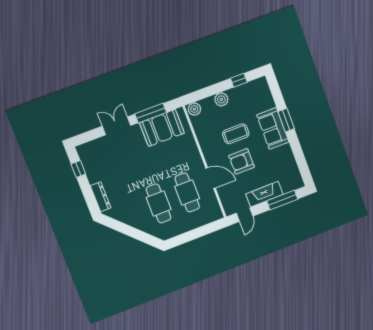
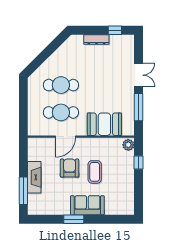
window: (239, 80) -> (139, 163), moved
plant: (221, 99) -> (128, 170), removed
window: (286, 120) -> (74, 219), moved
booth: (162, 128) -> (104, 124), moved, turned 90
dresser: (101, 197) -> (96, 39), moved
door: (245, 215) -> (23, 154), removed

